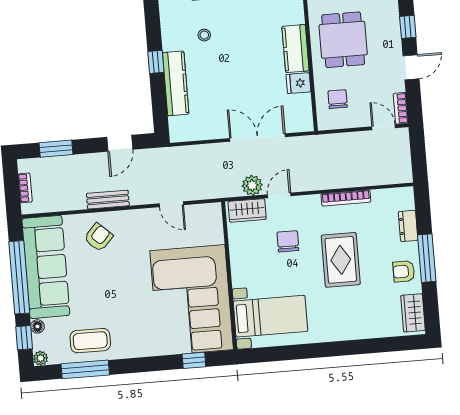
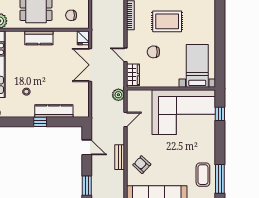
fridge: (298, 83) -> (83, 38), moved
plant: (252, 185) -> (118, 95), moved

